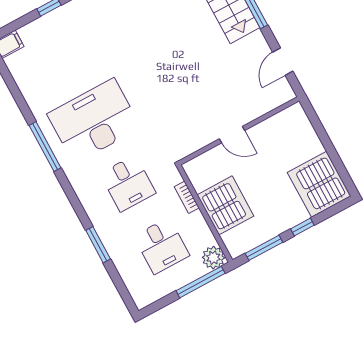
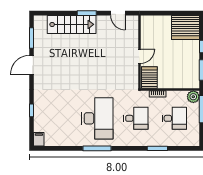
desk: (94, 121) -> (97, 118), turned 180
server rack: (225, 205) -> (149, 78), moved, width x0.62

